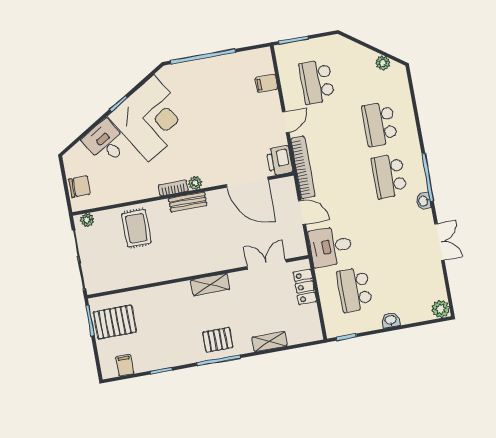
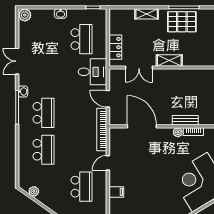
printer: (279, 161) -> (117, 137), removed
shelving: (210, 285) -> (169, 61), moved
pallet: (218, 340) -> (182, 22), width x1.50, depth x1.42

